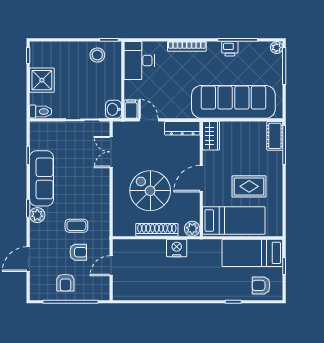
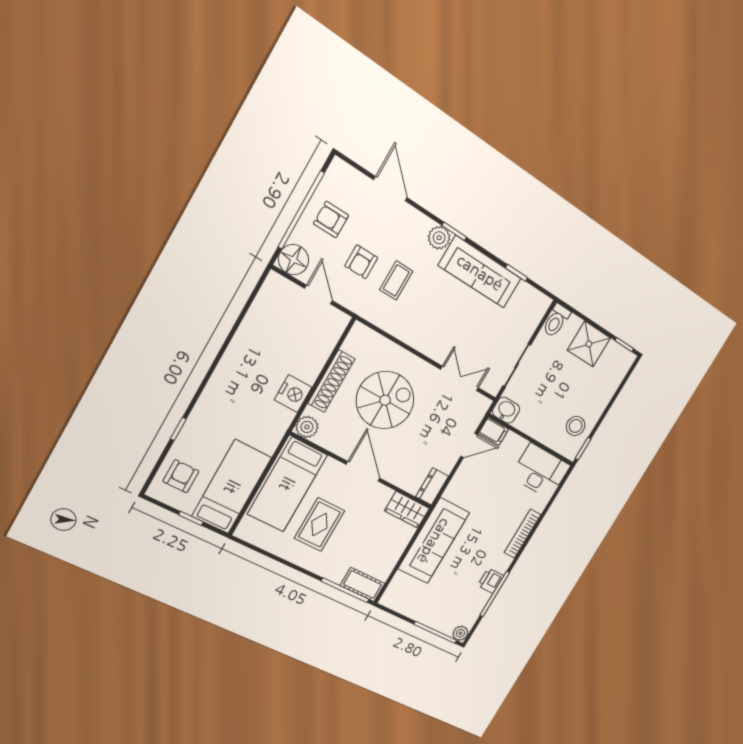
sofa: (233, 102) -> (434, 541), width x0.74, depth x0.79
dresser: (182, 128) -> (432, 486), width x0.70
floor lamp: (100, 291) -> (293, 260), added

